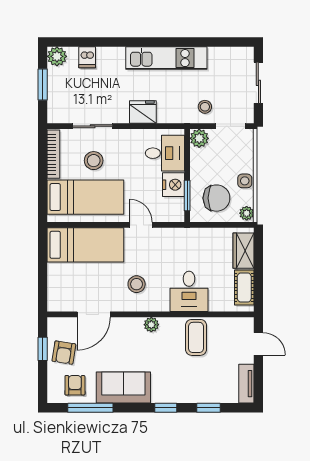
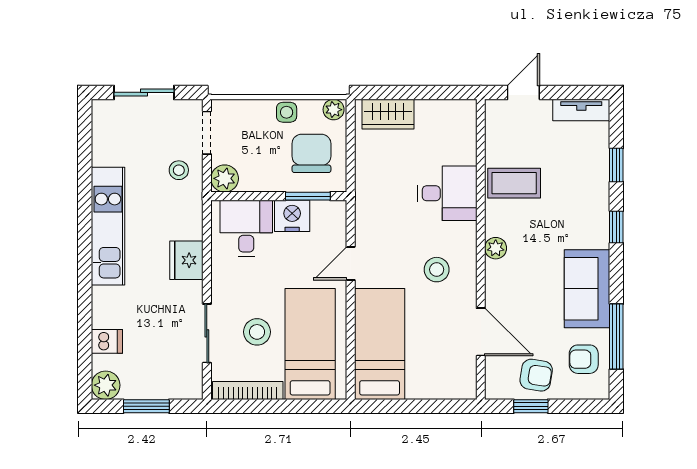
cot: (244, 287) -> (442, 113), removed

